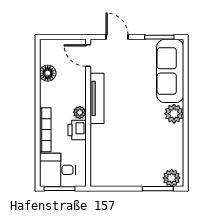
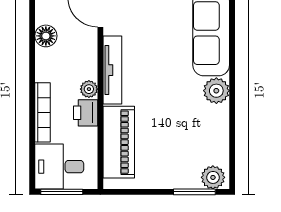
piano: (102, 152) -> (119, 142), added

